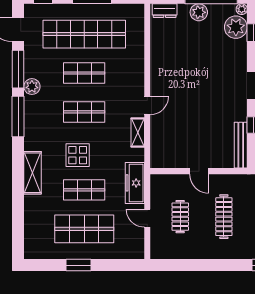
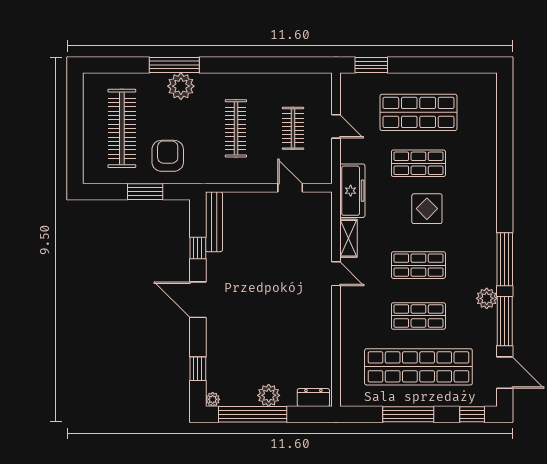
plant: (236, 27) -> (220, 376), removed
door: (147, 105) -> (336, 274), swing flipped
door: (199, 171) -> (290, 188), moved
shelving: (32, 173) -> (486, 186), removed
freezer: (135, 183) -> (352, 191), moved
window: (78, 265) -> (371, 65), moved

